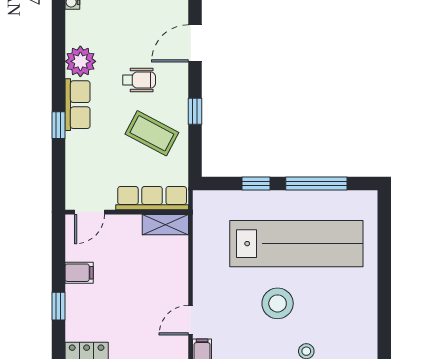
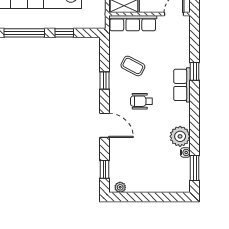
door: (195, 43) -> (104, 125), hinge flipped
plant: (80, 61) -> (180, 136), moved
coffee table: (152, 133) -> (133, 66), width x0.73, depth x0.77

